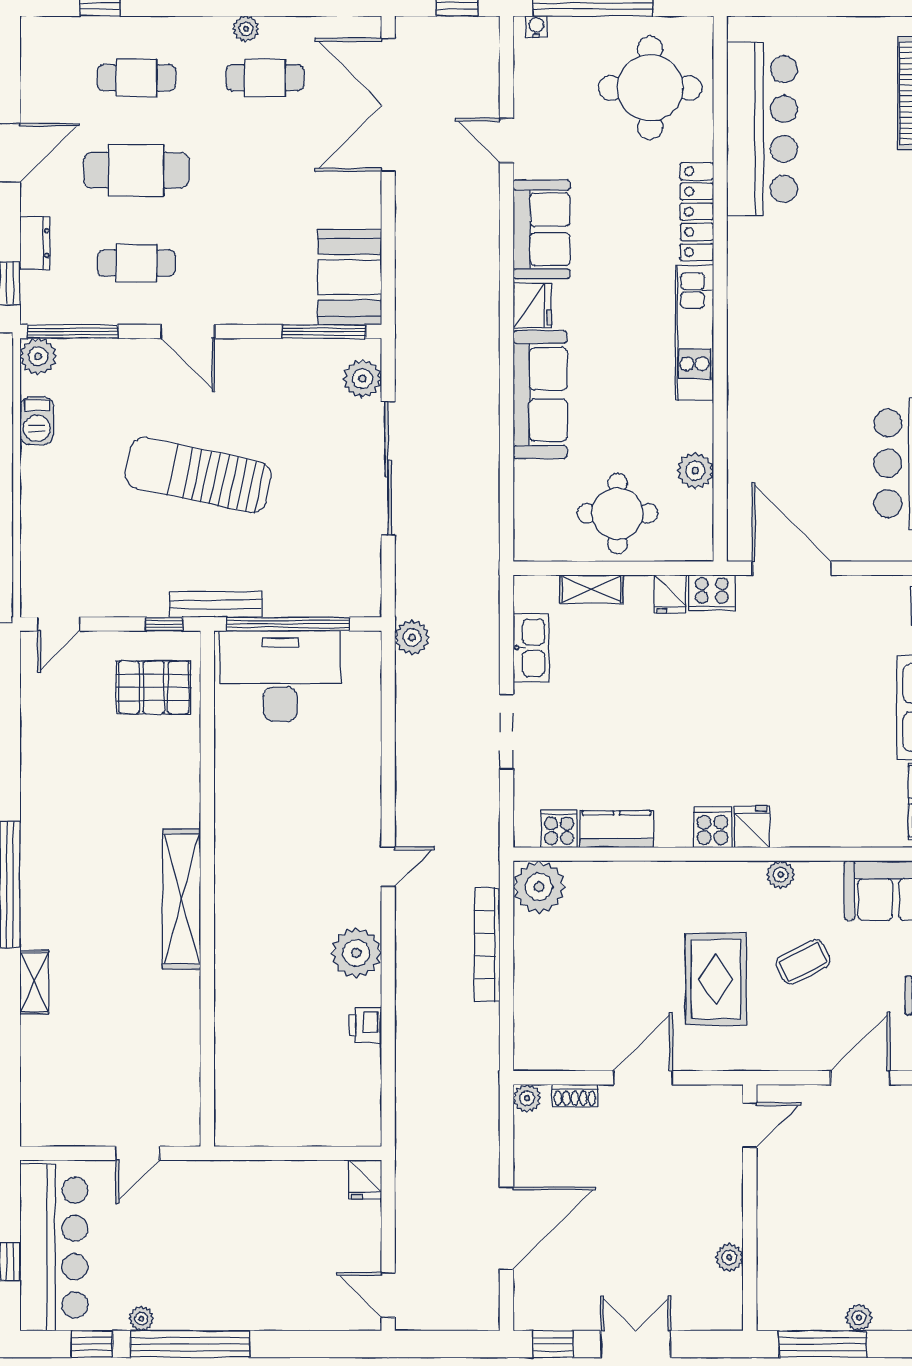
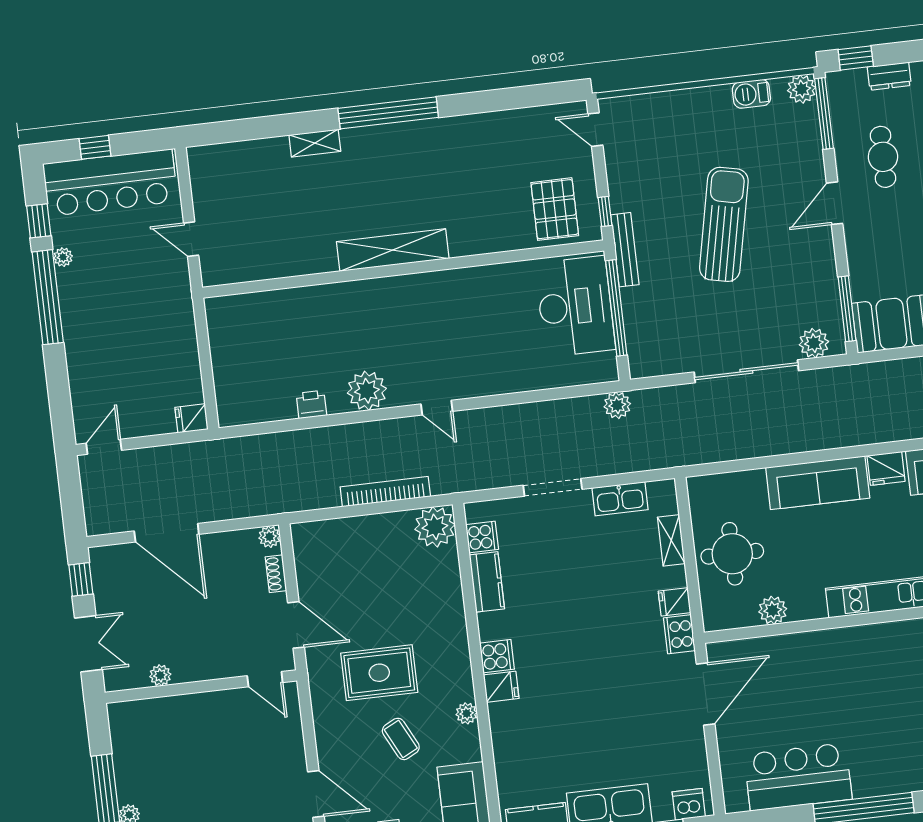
door: (750, 1125) -> (265, 679), moved
wall: (750, 1208) -> (201, 687), moved
plant: (729, 1257) -> (160, 675), moved

